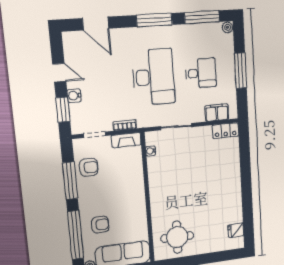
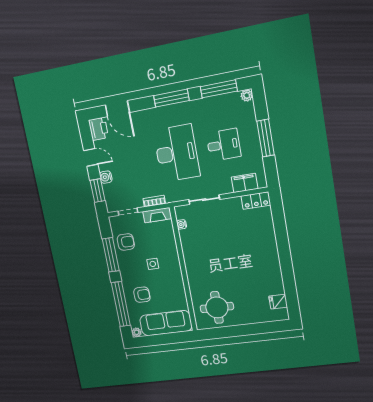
printer: (72, 42) -> (98, 129), added
side table: (116, 192) -> (153, 264), added

